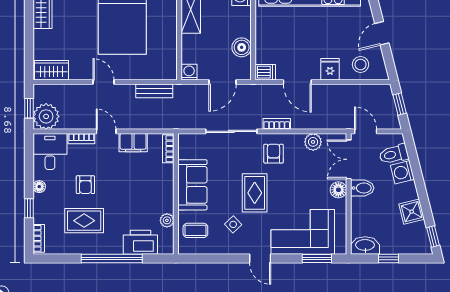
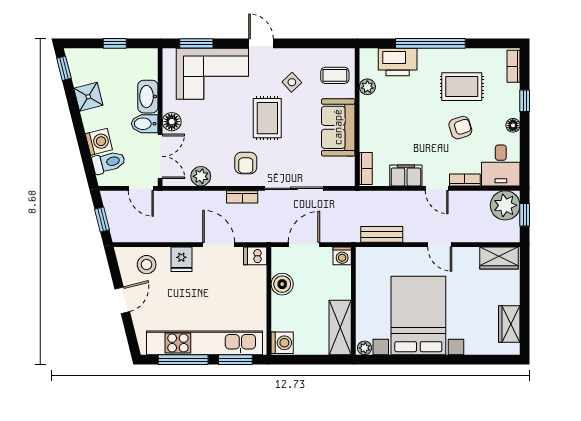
armchair: (85, 185) -> (460, 128), turned 72
washbasin: (365, 245) -> (148, 97), moved, turned 90

